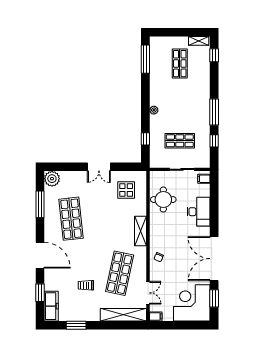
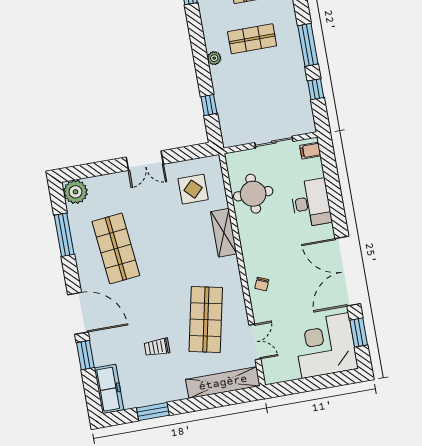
shop shelf: (180, 141) -> (252, 39), moved
shelving: (140, 231) -> (224, 233), moved
window: (40, 293) -> (85, 355), moved
filing cabinet: (156, 316) -> (273, 376), removed

